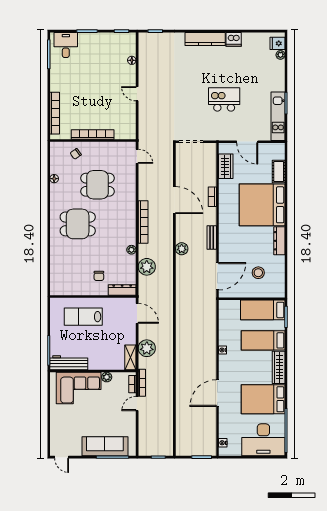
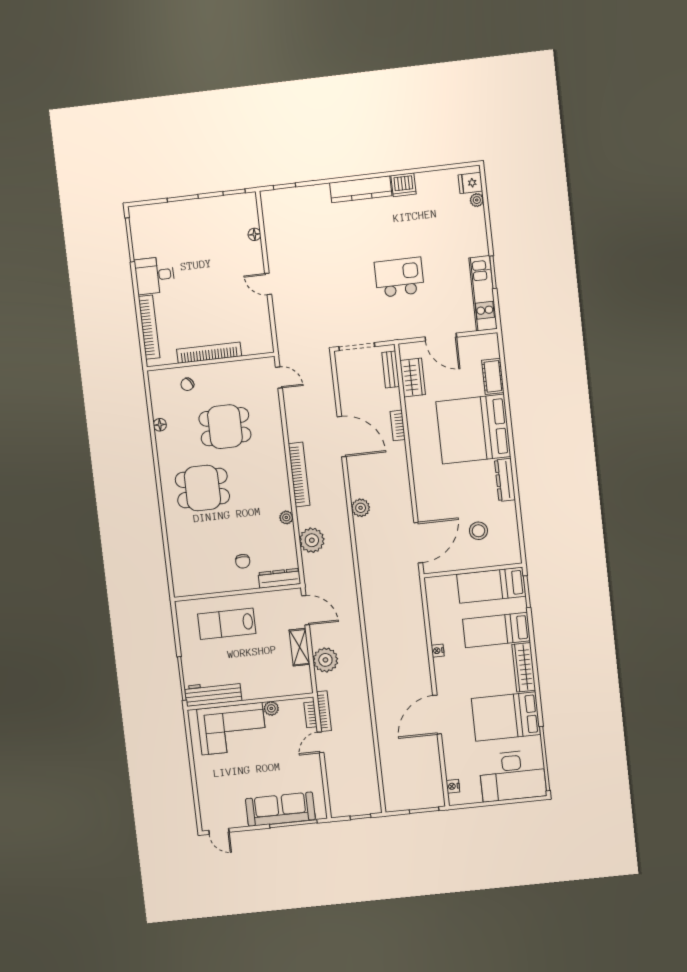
desk: (66, 45) -> (155, 275), moved, turned -90
bench: (212, 237) -> (391, 369), moved
shelving: (130, 357) -> (300, 647), moved

